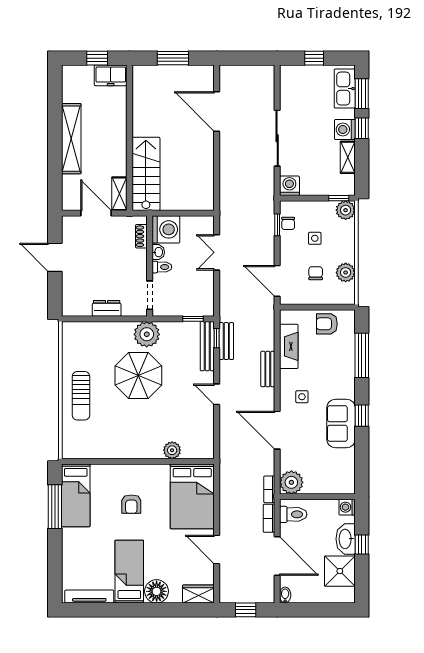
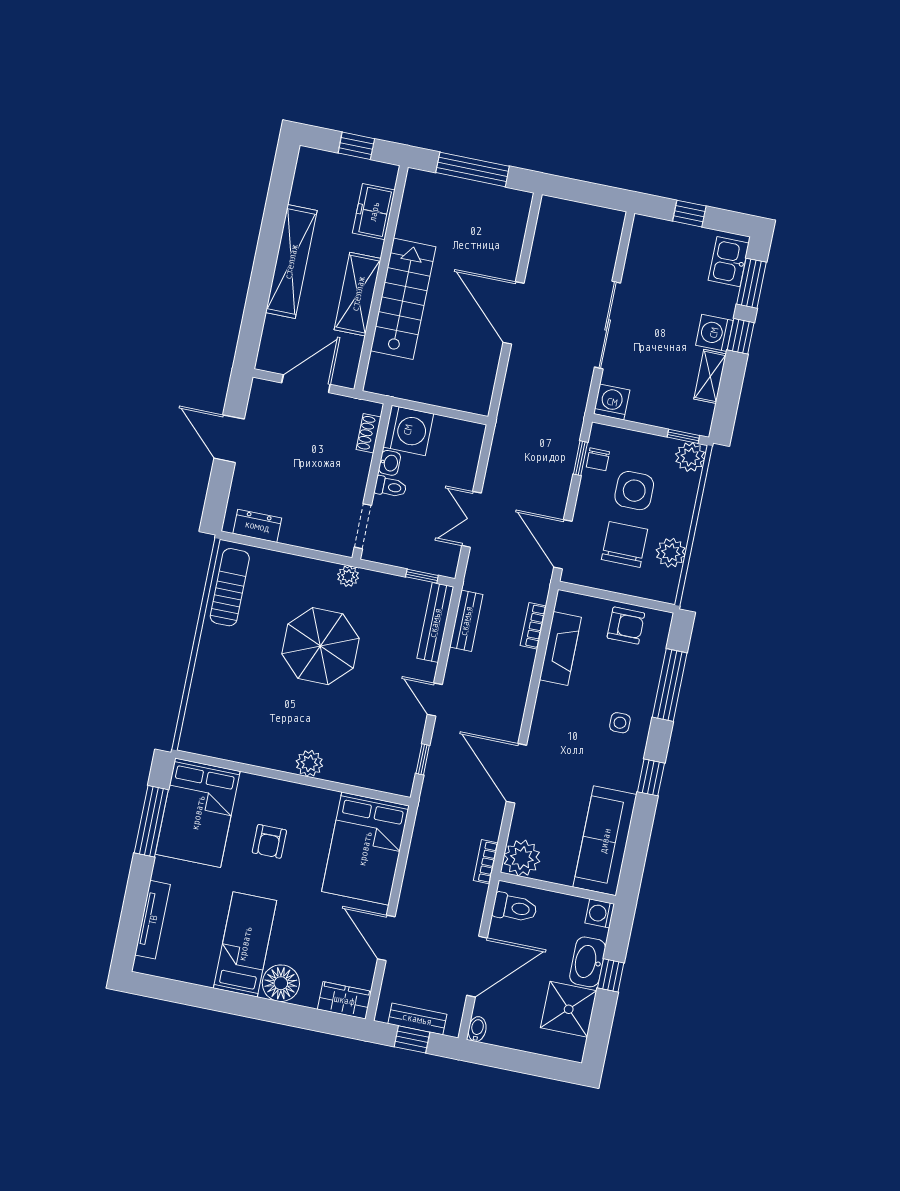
window: (173, 58) -> (473, 169), width x1.44
freezer: (111, 75) -> (374, 212), moved, turned 90
kitchen sink: (345, 89) -> (729, 262), width x0.73
door: (217, 111) -> (513, 313), moved
stairs: (146, 174) -> (403, 299), moved
shelving: (119, 194) -> (358, 294), moved, width x1.50, depth x1.33
door: (96, 213) -> (306, 384), hinge flipped
side table: (315, 238) -> (634, 491), width x1.87, depth x1.87
double door: (217, 252) -> (471, 519), moved
chair: (316, 273) -> (625, 544), width x1.87, depth x1.87
dresser: (107, 308) -> (257, 526), moved
armchair: (327, 324) -> (626, 626), turned 180
plant: (147, 334) -> (348, 576), width x0.53, depth x0.53
window: (217, 338) -> (423, 759), moved
bench: (268, 369) -> (417, 1019), moved, turned 90
sun lounger: (81, 396) -> (230, 587), moved, turned 180
side table: (302, 397) -> (620, 723), moved
sofa: (341, 424) -> (605, 841), moved, width x1.36
plant: (172, 450) -> (309, 763), moved
bed: (76, 495) -> (198, 813), width x1.50
bookcase: (269, 518) -> (533, 626), moved
door: (277, 556) -> (477, 967), hinge flipped
tv unit: (89, 596) -> (153, 920), moved, turned 90

